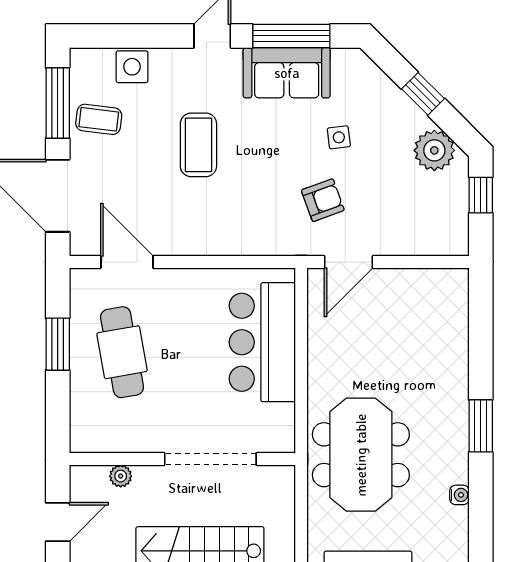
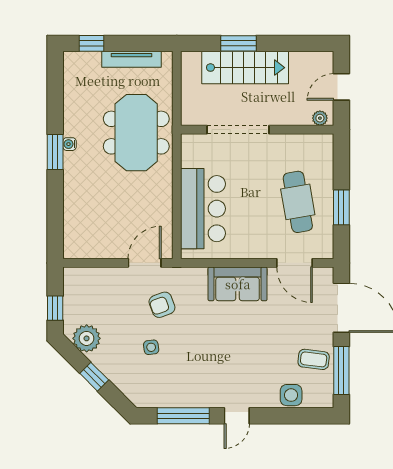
sofa: (287, 73) -> (238, 284), moved, turned 180
coffee table: (198, 145) -> (246, 342), removed
plant: (121, 476) -> (320, 118), moved
water cooler: (459, 495) -> (70, 144), moved

